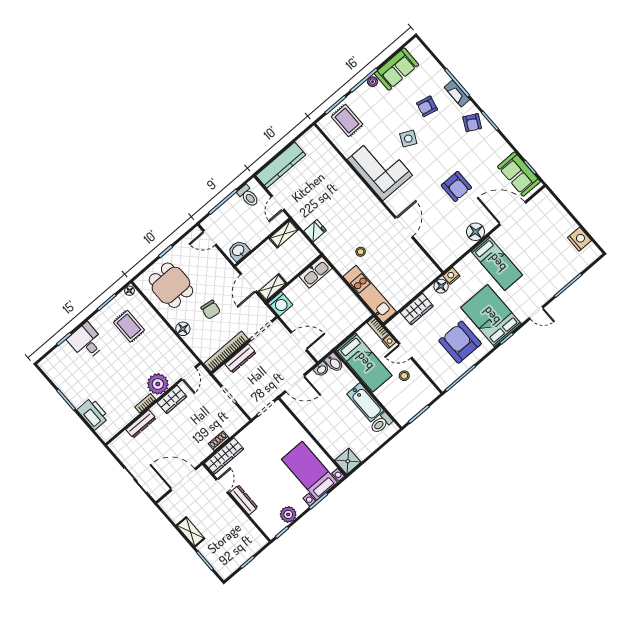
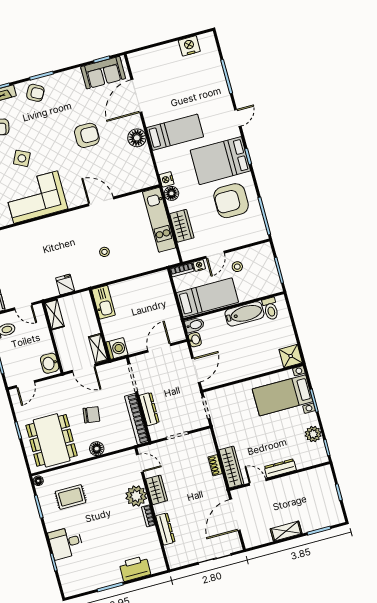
dining table: (171, 285) -> (52, 440), width x1.37
kitchen unit: (370, 294) -> (159, 220), moved, turned -90

